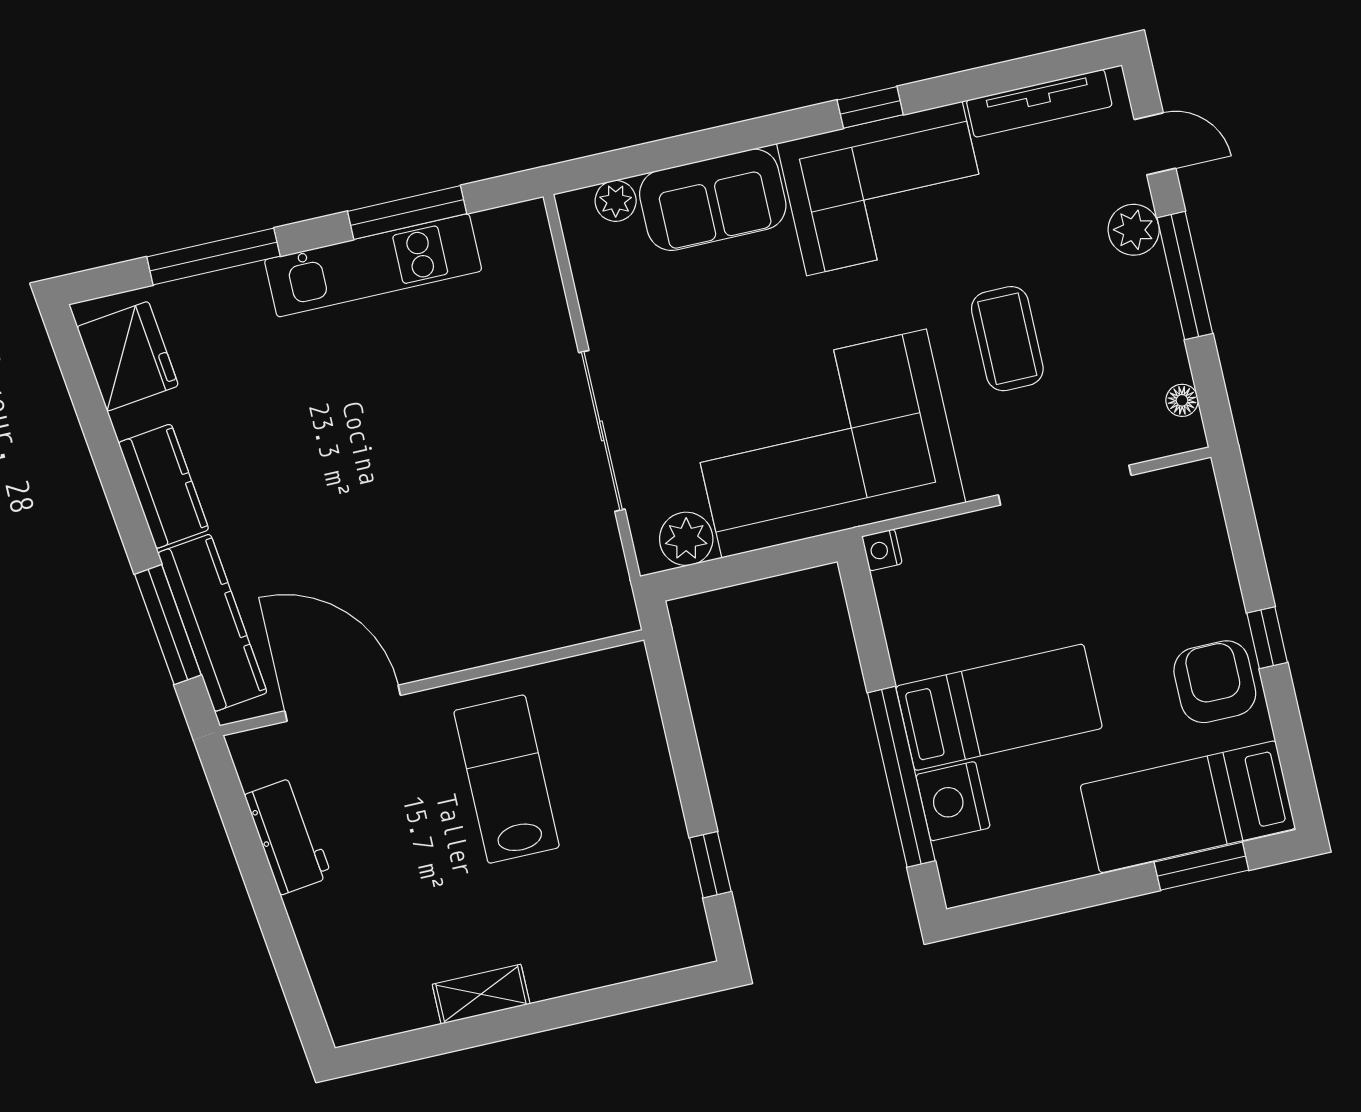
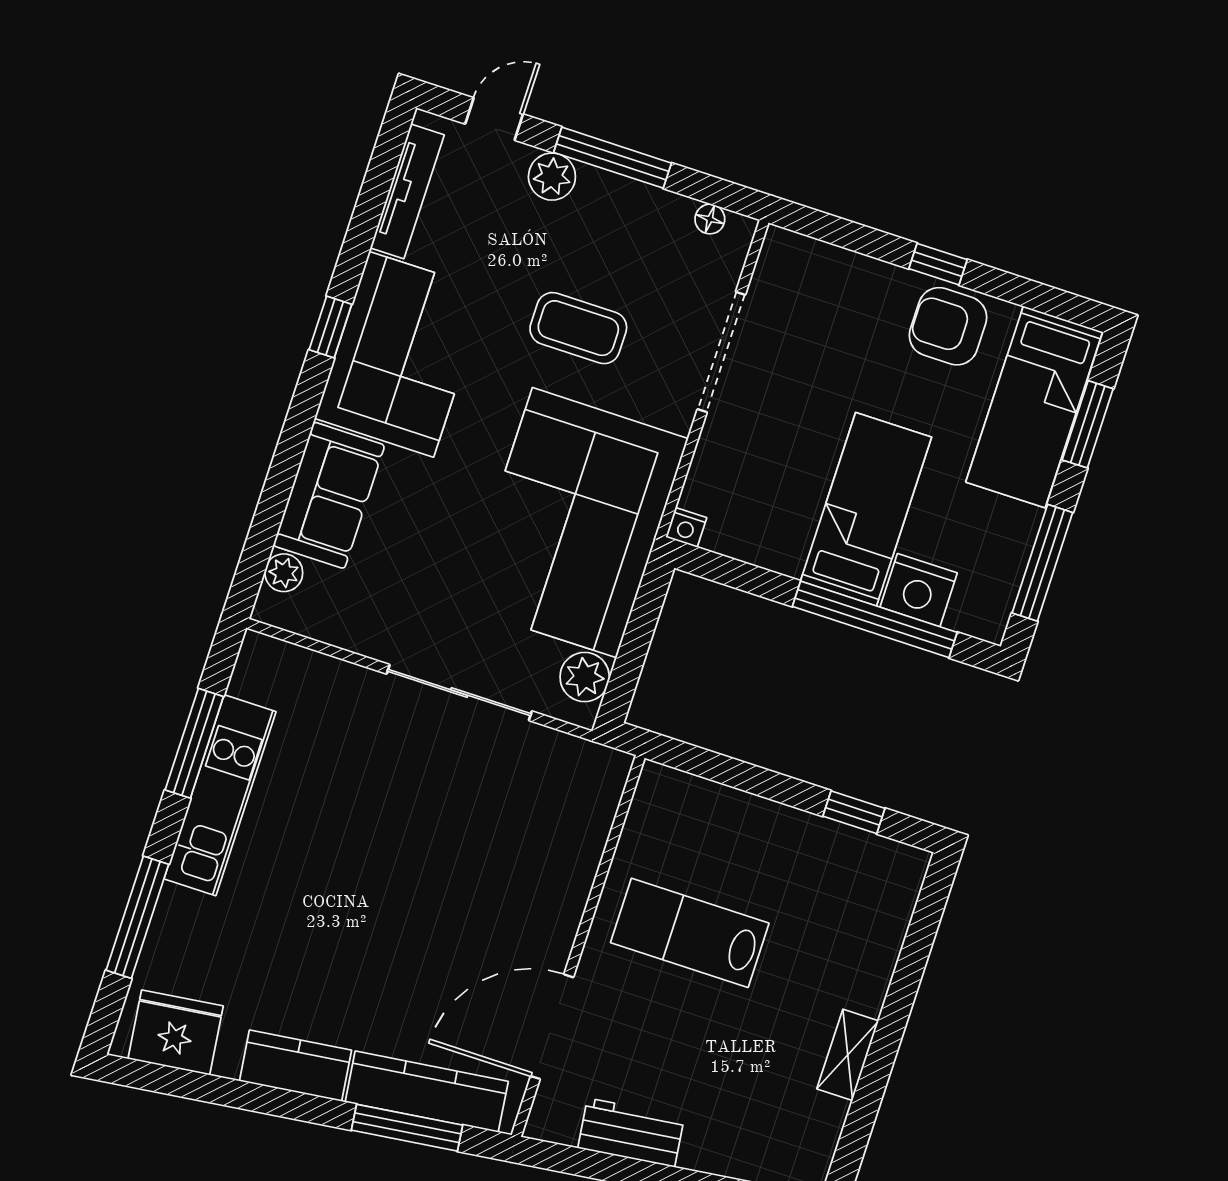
window: (1047, 901) -> (1042, 563), added

